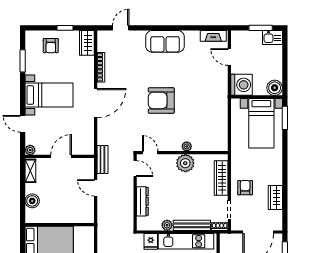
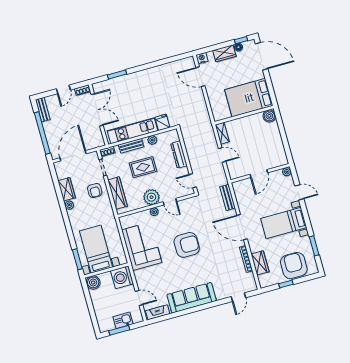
kitchen sink: (272, 37) -> (123, 320), moved
sofa: (165, 41) -> (192, 298), width x1.36
wardrobe: (87, 43) -> (260, 263), moved
armchair: (51, 46) -> (294, 266), width x1.88, depth x1.88
door: (96, 103) -> (242, 227), hinge flipped
corner sofa: (211, 113) -> (142, 246), added
door: (150, 153) -> (170, 202), moved
bench: (102, 159) -> (228, 197), moved
shelving: (30, 171) -> (222, 133), moved
plant: (277, 179) -> (69, 205), added
rug: (185, 198) -> (143, 167), added
boiler: (32, 201) -> (269, 116), moved
bench: (192, 225) -> (131, 146), width x0.73

